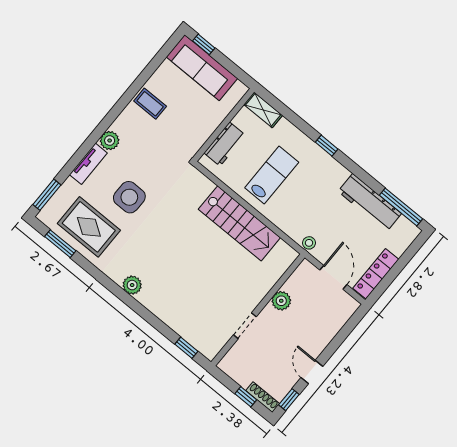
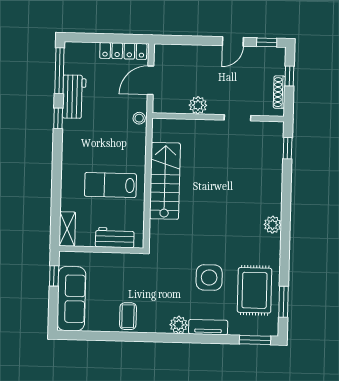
window: (204, 44) -> (54, 276), moved
window: (327, 146) -> (58, 118), moved
workbench: (370, 202) -> (74, 97), width x0.73
shoe rack: (263, 397) -> (279, 92), moved

